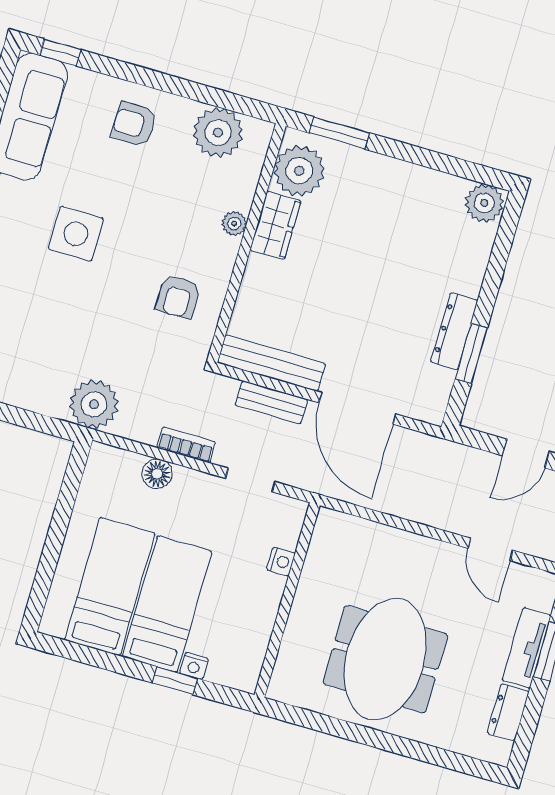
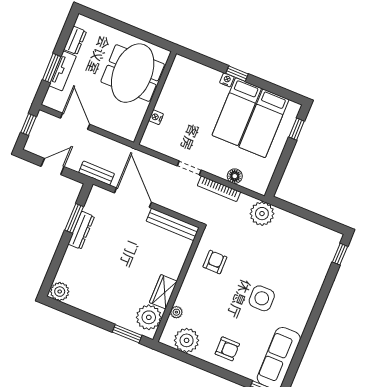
plant: (234, 224) -> (176, 312), moved
bench: (272, 402) -> (97, 173), moved
bookcase: (186, 445) -> (219, 189), width x1.56
door: (491, 549) -> (75, 121), width x1.38
nightstand: (281, 562) -> (156, 117), moved
window: (43, 582) -> (297, 129), added
wall: (287, 600) -> (155, 98), moved

